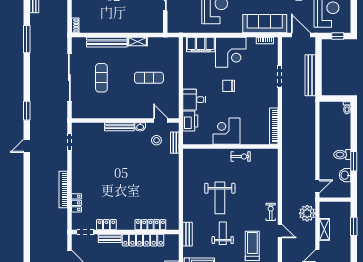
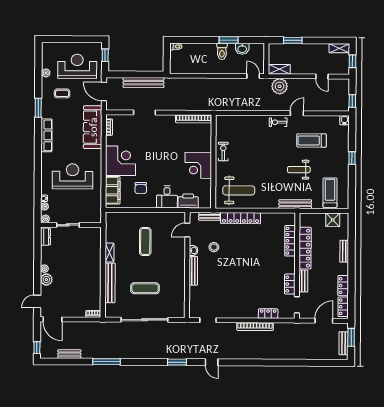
door: (301, 35) -> (104, 92), hinge flipped
chair: (229, 86) -> (141, 188), moved
stool: (156, 140) -> (214, 247), moved
locker: (173, 174) -> (241, 218), added
weight bench: (220, 198) -> (239, 190), moved
shelving: (324, 229) -> (279, 69), moved
bench: (188, 234) -> (295, 204), width x1.36

